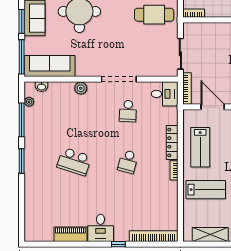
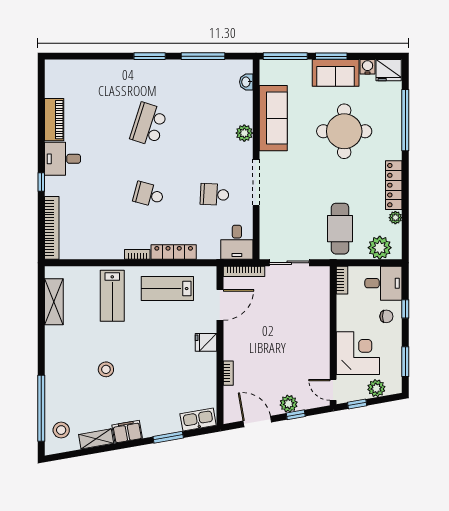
sofa: (50, 66) -> (273, 118), moved
plant: (29, 102) -> (227, 66), removed

